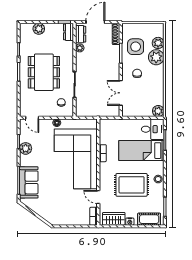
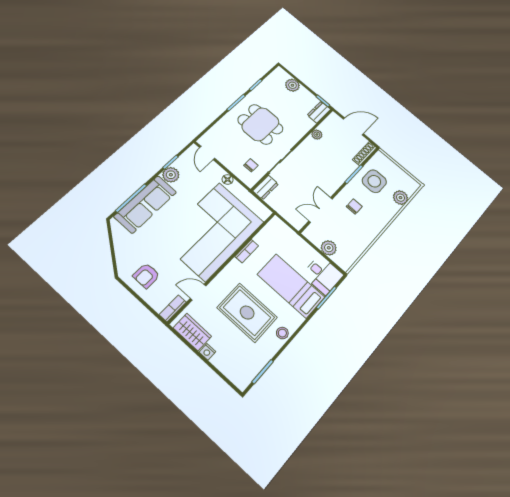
dresser: (81, 34) -> (266, 187), moved
plant: (156, 57) -> (387, 209), removed
dining table: (44, 72) -> (260, 124), width x0.73
plant: (158, 111) -> (329, 248), moved
sofa: (29, 182) -> (145, 204), width x1.36
door: (98, 197) -> (198, 292), hinge flipped
armchair: (65, 212) -> (146, 276), added
cot: (149, 219) -> (232, 369), removed

